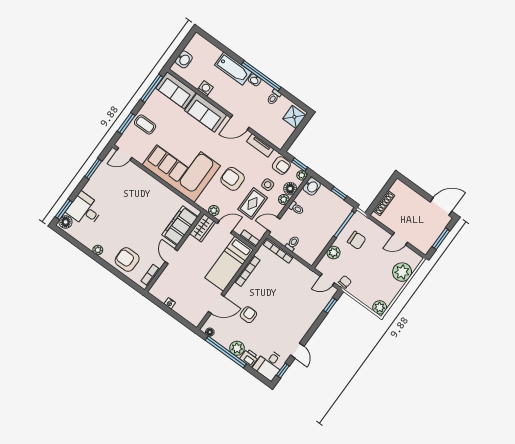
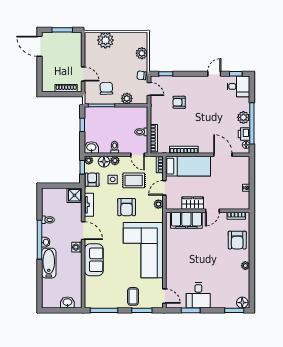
washing machine: (205, 88) -> (77, 247), moved
sofa: (176, 90) -> (93, 292), removed
shower: (294, 117) -> (74, 195), moved
desk: (85, 210) -> (198, 295), moved
door: (225, 227) -> (164, 188), hinge flipped
wardrobe: (203, 228) -> (193, 203), moved
door: (400, 239) -> (83, 74), moved
plant: (380, 307) -> (142, 53), moved
armchair: (248, 315) -> (179, 102), moved
printer: (249, 358) -> (244, 134), moved

